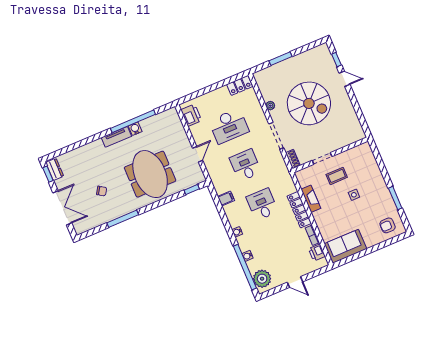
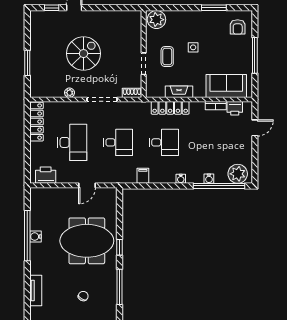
locker: (240, 85) -> (37, 122), width x1.53
spiral stairs: (309, 103) -> (84, 54), width x0.73, depth x0.73
tv unit: (116, 137) -> (36, 290), moved
plant: (364, 153) -> (156, 20), added
door: (198, 154) -> (87, 185), swing flipped
desk: (245, 165) -> (118, 142), turned 180
window: (192, 189) -> (120, 247), moved
desk: (262, 204) -> (164, 142), turned 180
locker: (299, 210) -> (170, 108), moved
sofa: (345, 246) -> (226, 86), moved, turned 90
window: (369, 250) -> (255, 55), added
door: (295, 282) -> (255, 128), moved

